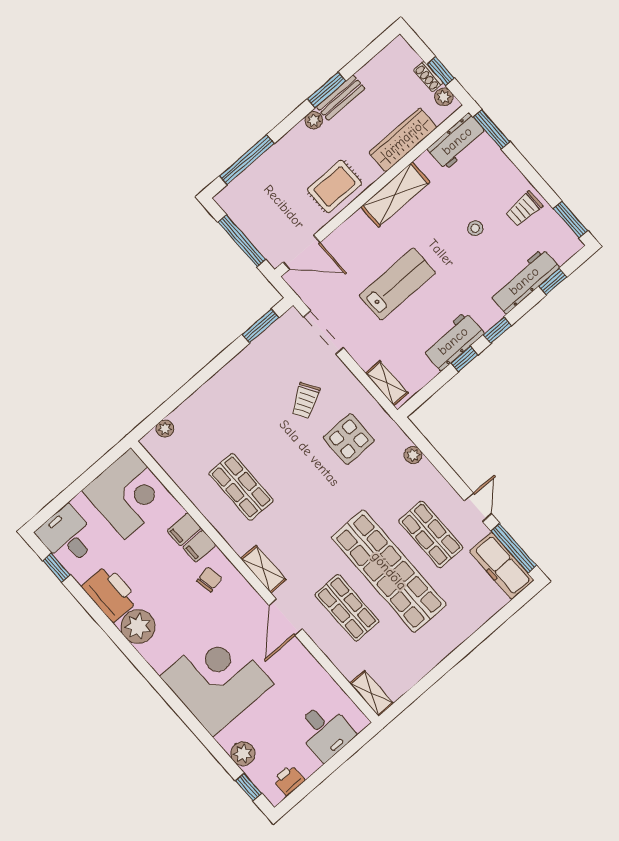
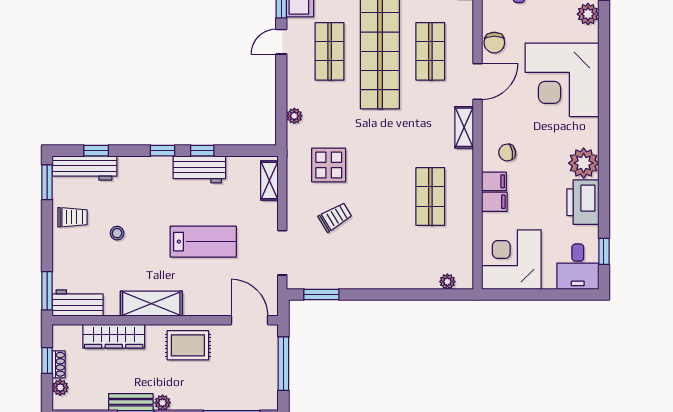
plant: (444, 97) -> (60, 388), moved
workbench: (524, 281) -> (85, 168), moved
lab bench: (397, 284) -> (203, 242), turned 180
chair: (300, 662) -> (494, 43), added

